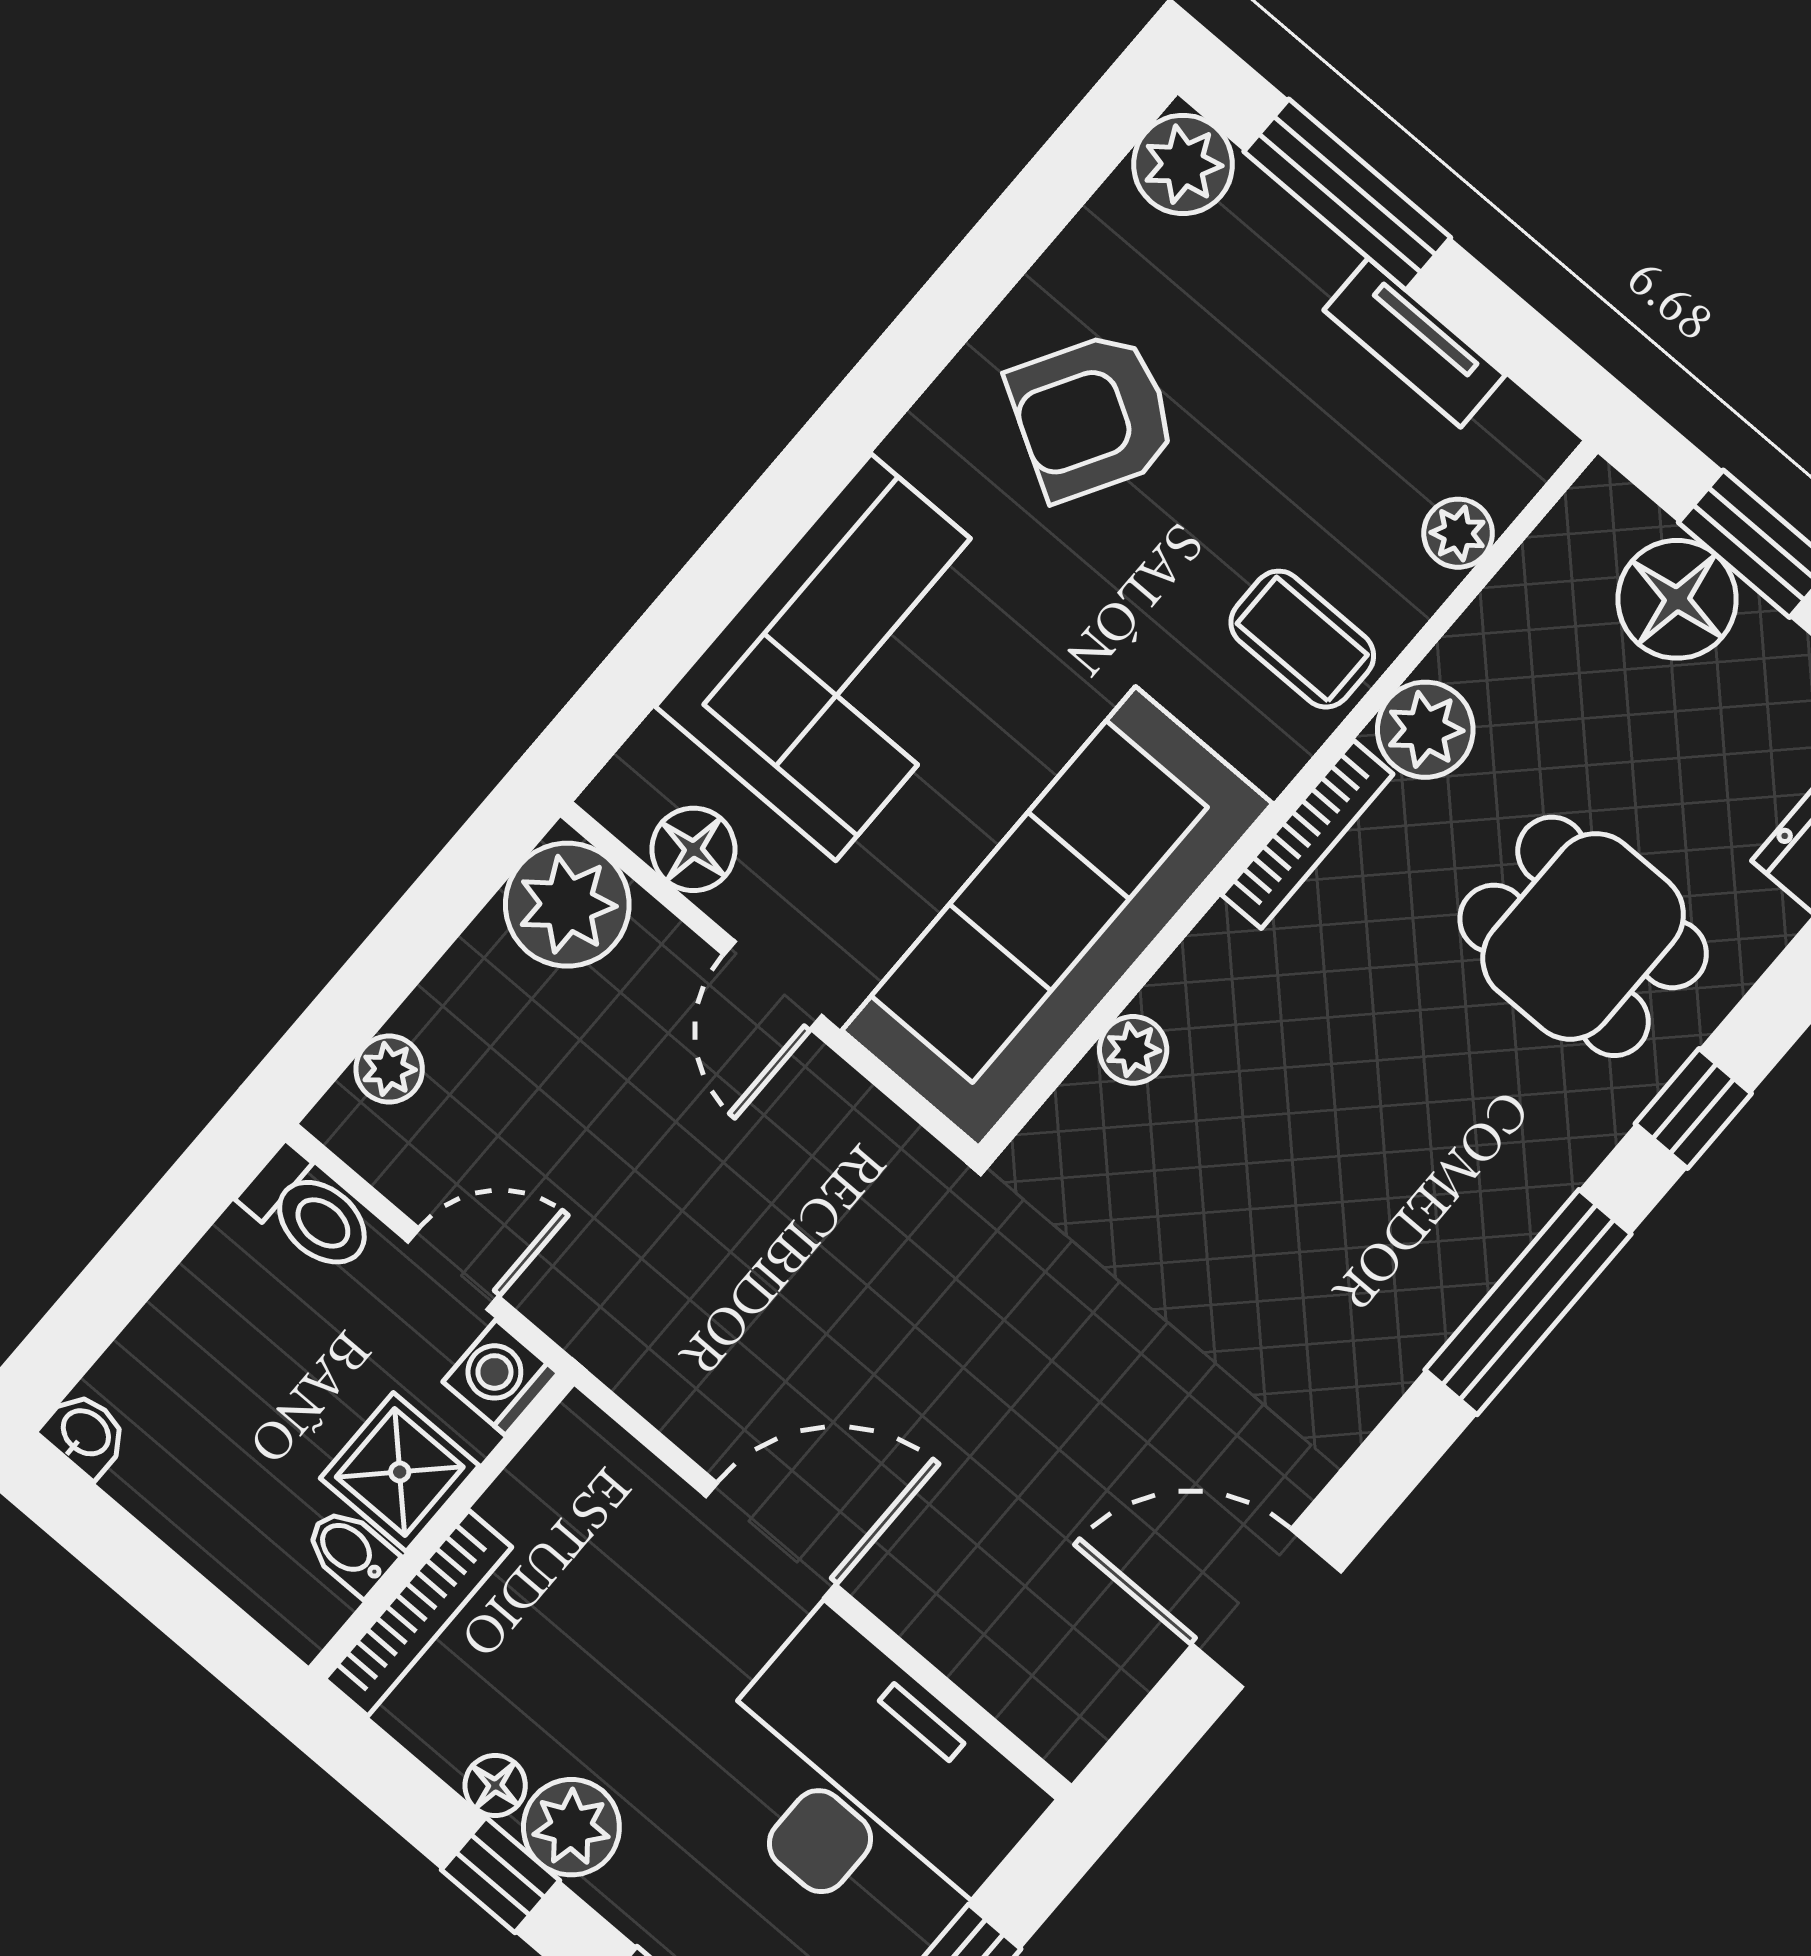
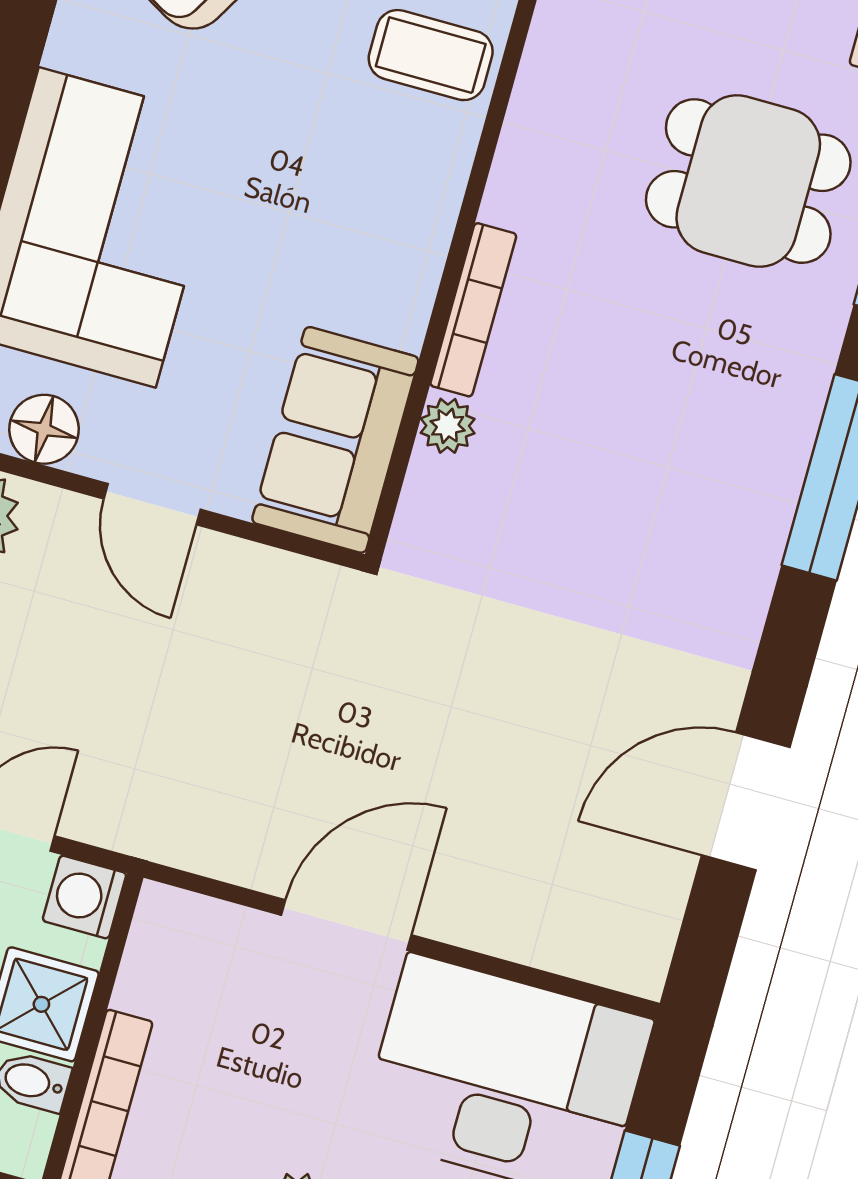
plant: (1425, 730) -> (556, 80), removed
bookcase: (1307, 834) -> (473, 310), moved
sofa: (1057, 917) -> (335, 440), width x0.54, depth x0.79

